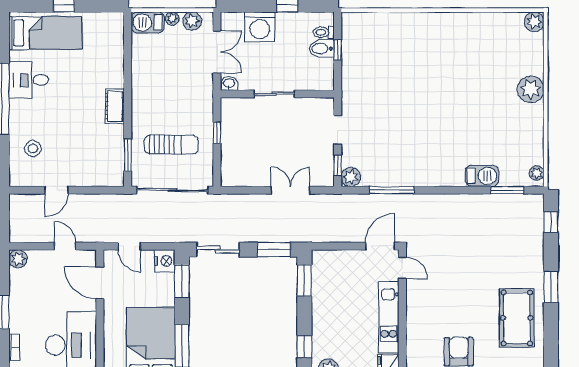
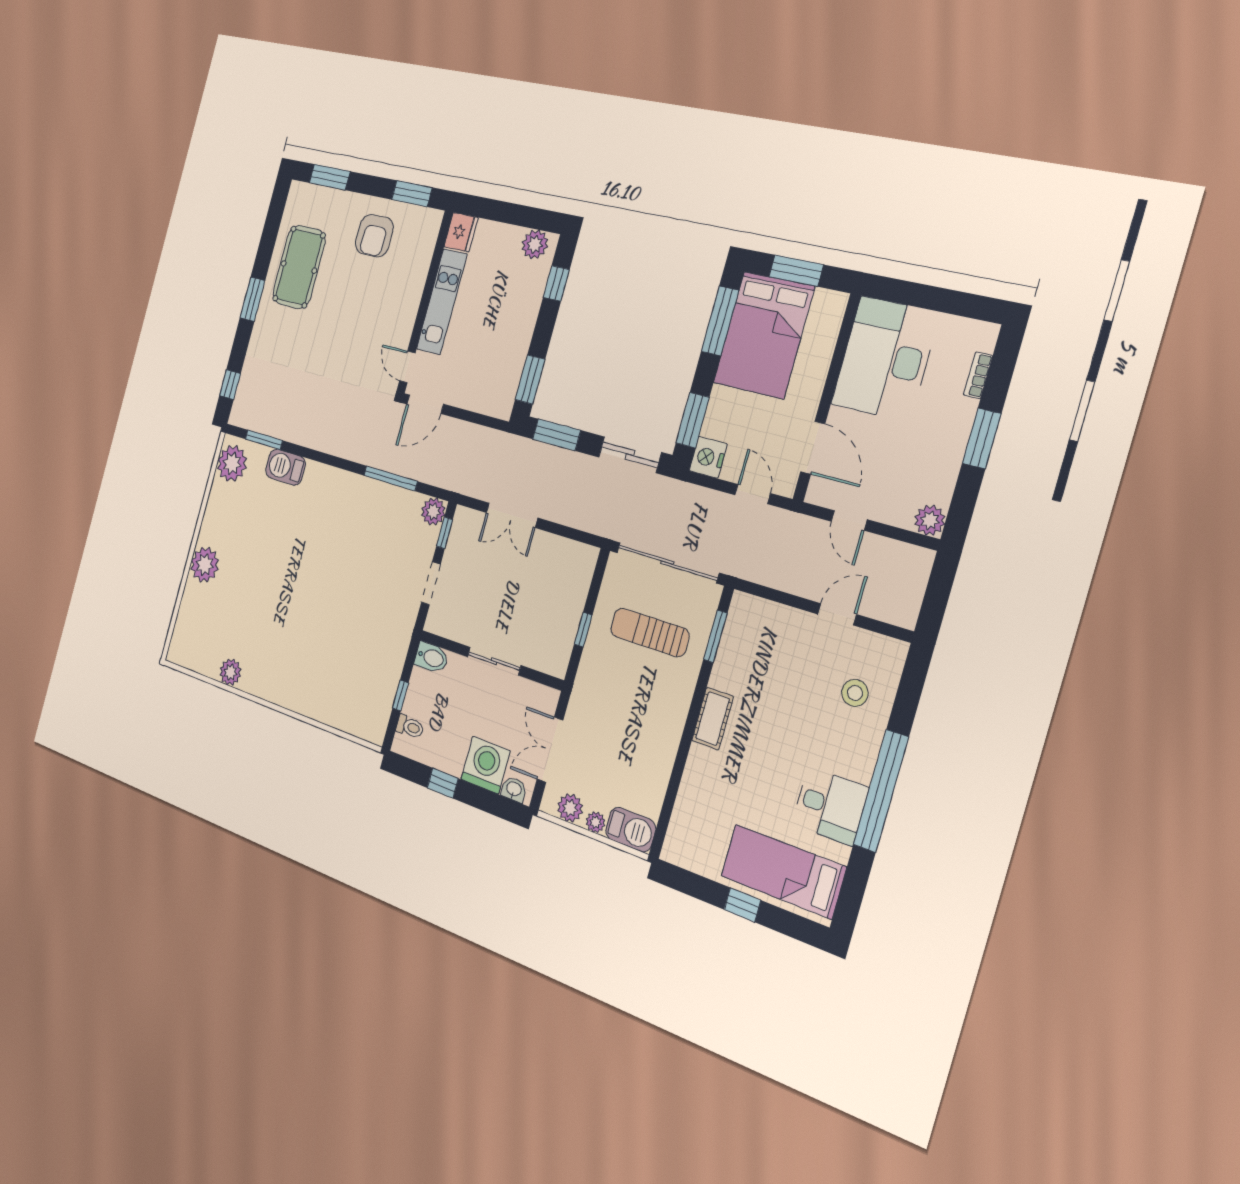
plant: (534, 22) -> (230, 672), moved
bidet: (322, 49) -> (431, 658), moved
washbasin: (229, 84) -> (514, 789), moved, turned 180
plant: (537, 173) -> (232, 463), width x1.88, depth x1.88

